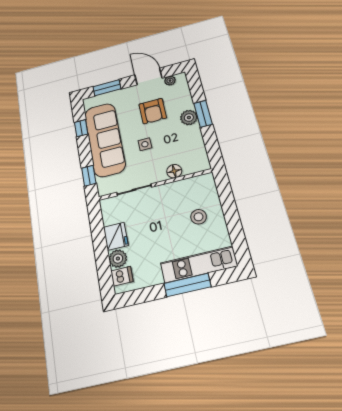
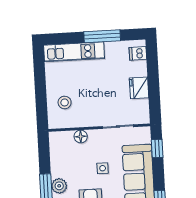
stool: (199, 217) -> (65, 102), moved
plant: (118, 259) -> (139, 68), removed
window: (187, 285) -> (102, 36), moved

